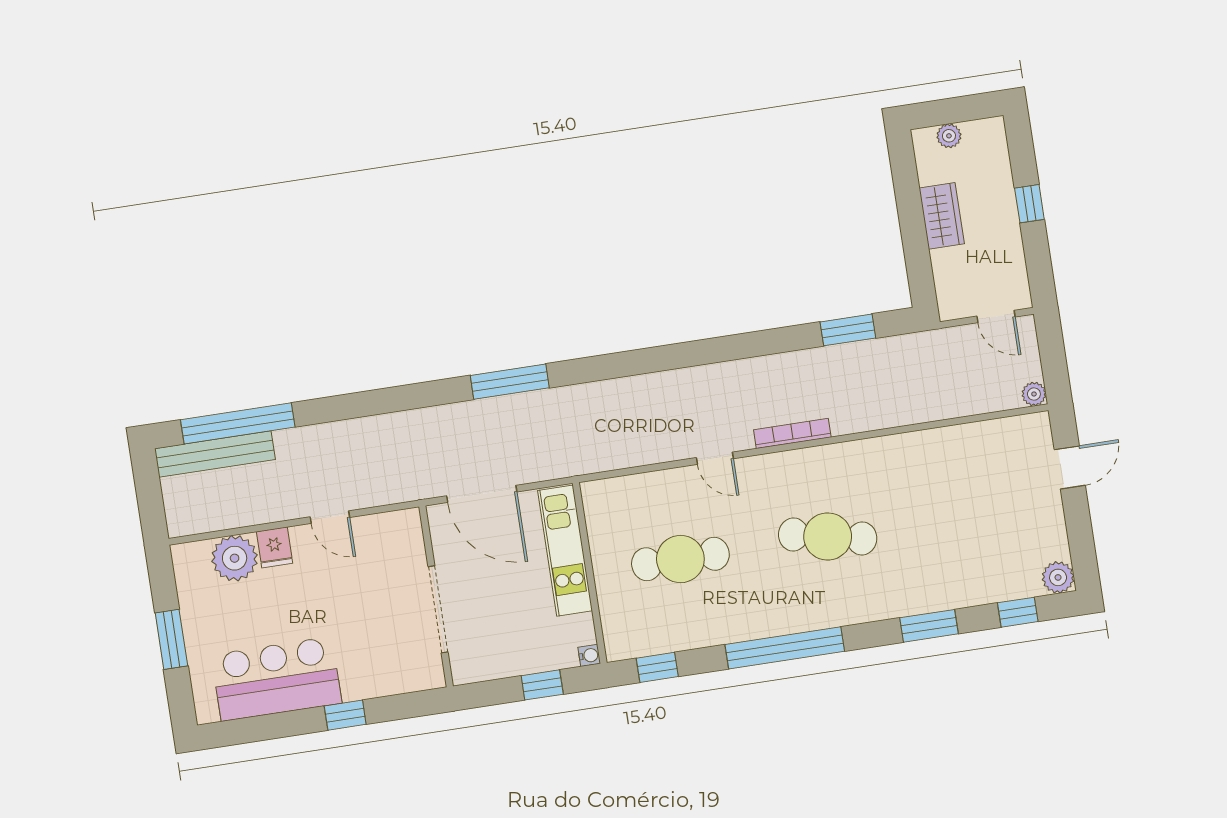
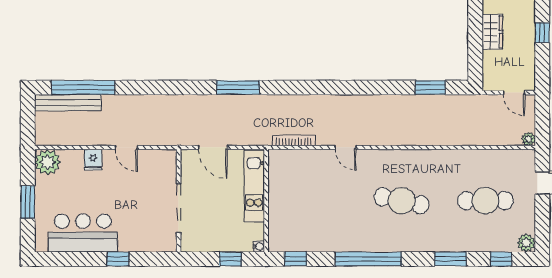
bookcase: (792, 433) -> (294, 140), moved
door: (482, 494) -> (213, 147), width x0.73
plant: (235, 558) -> (48, 162), moved
cafe table: (680, 559) -> (485, 201), moved

